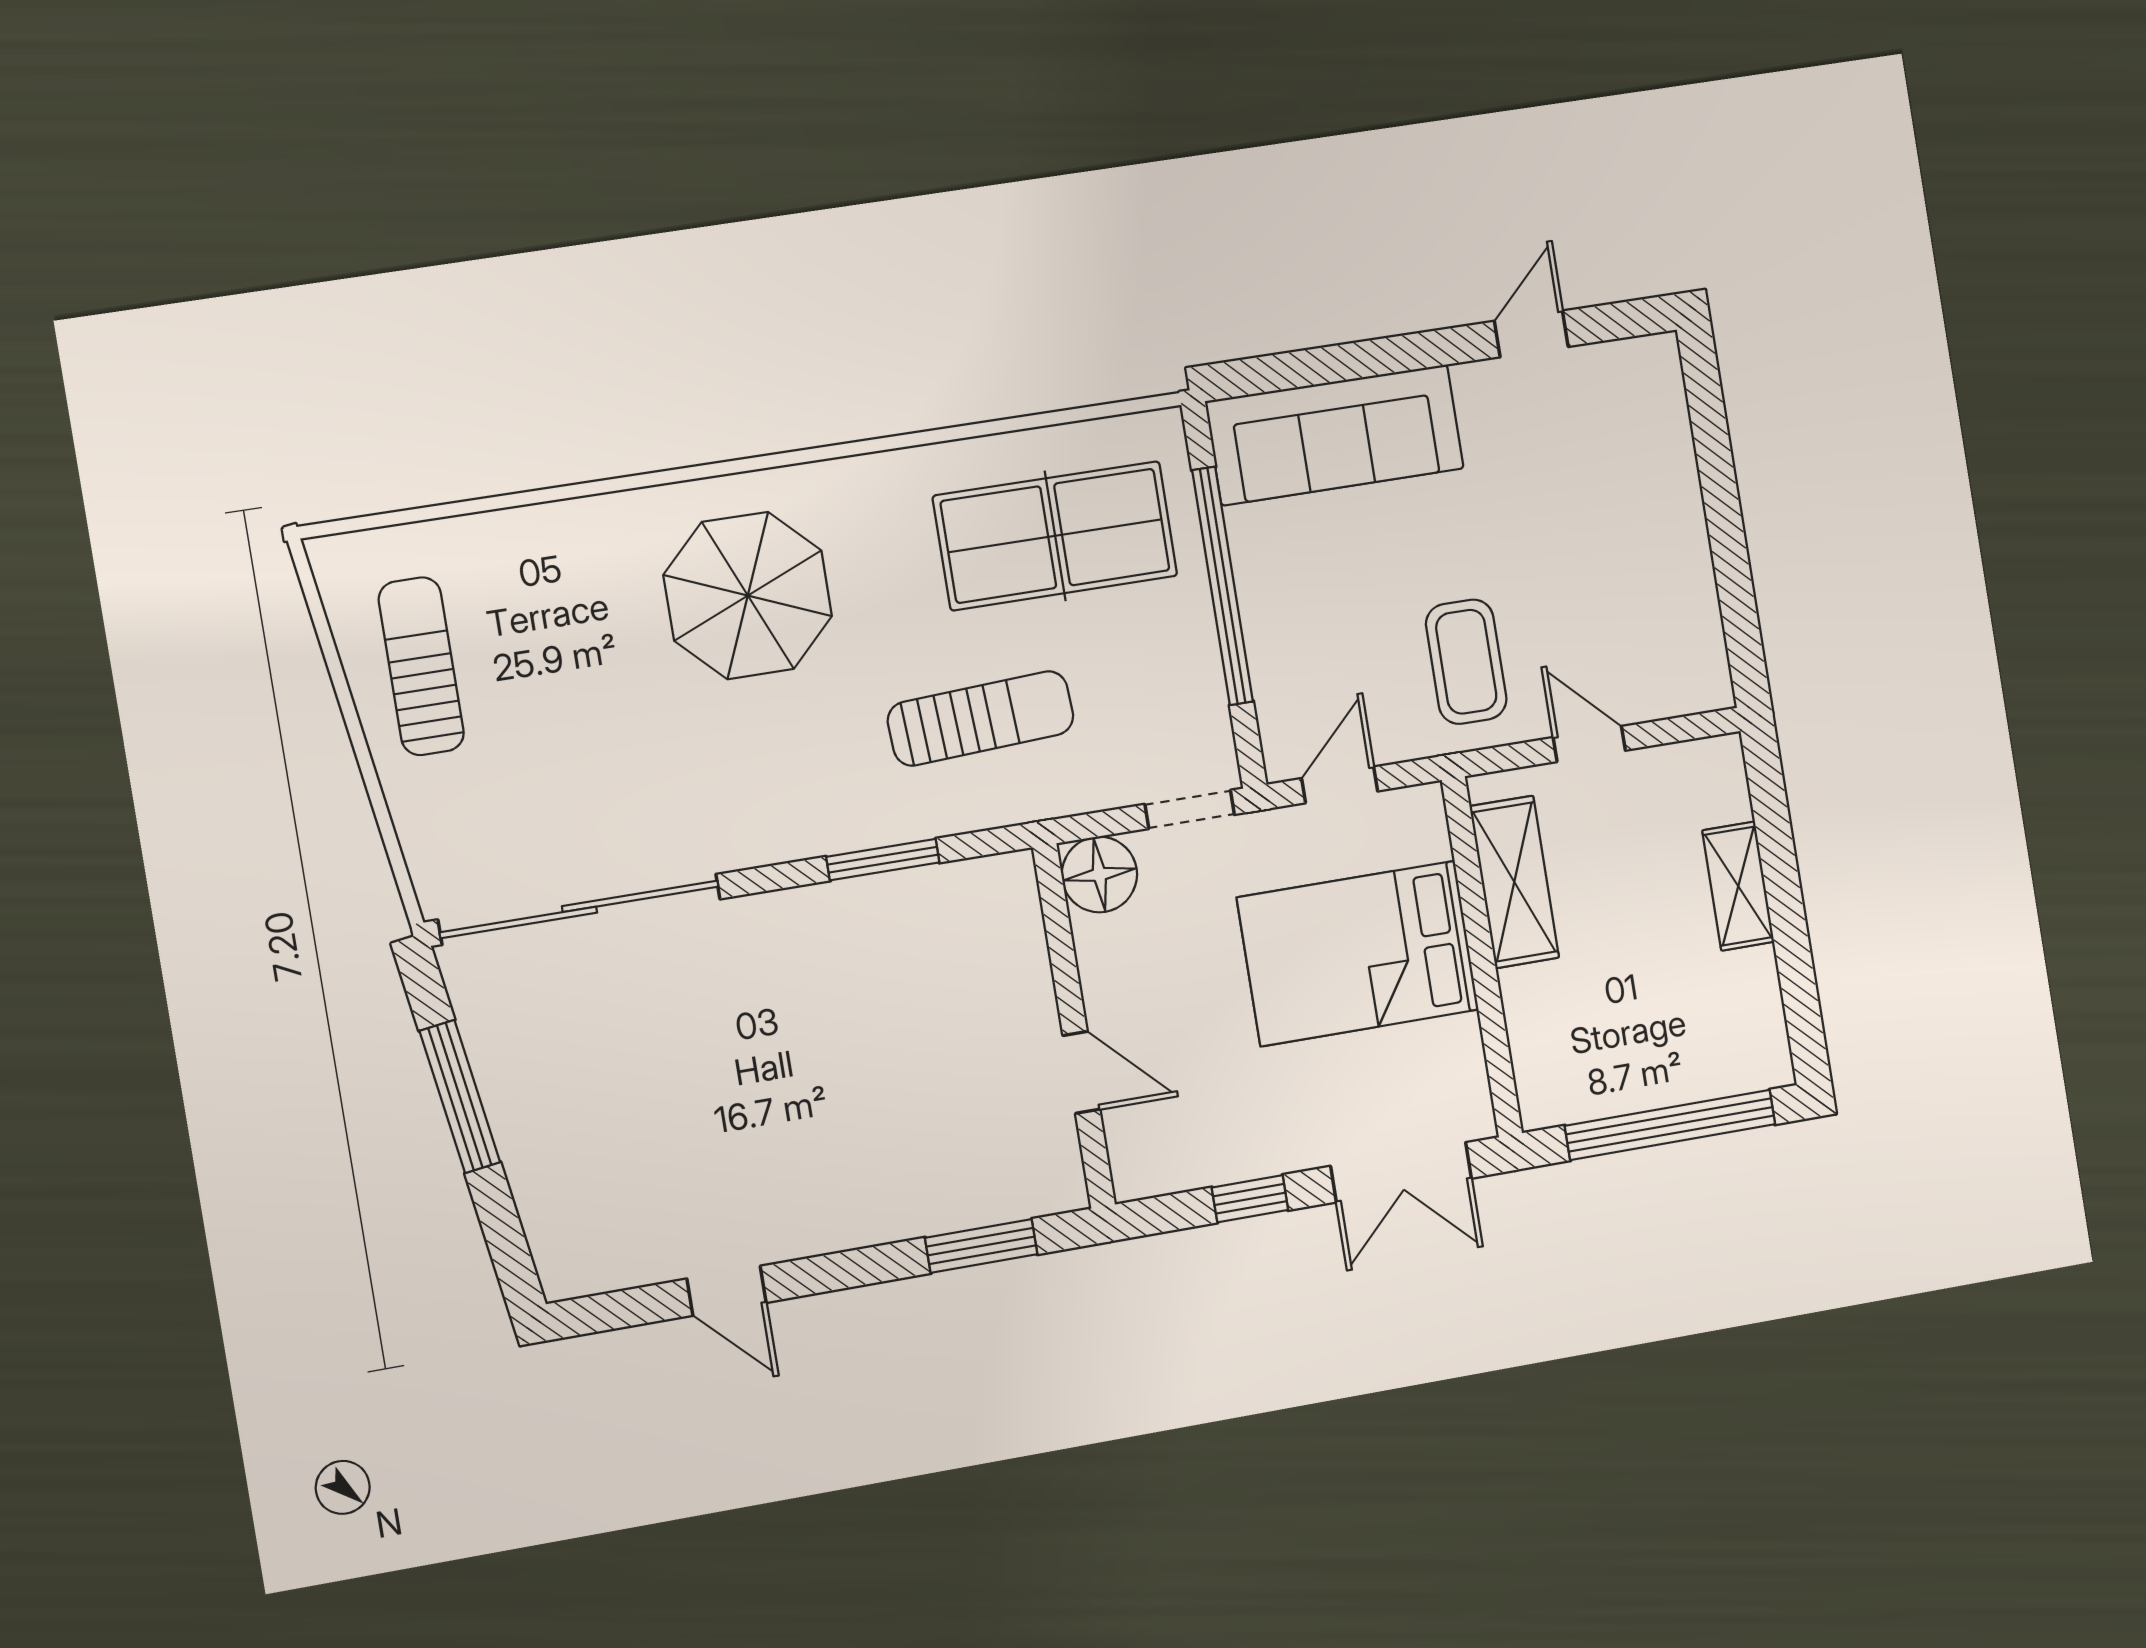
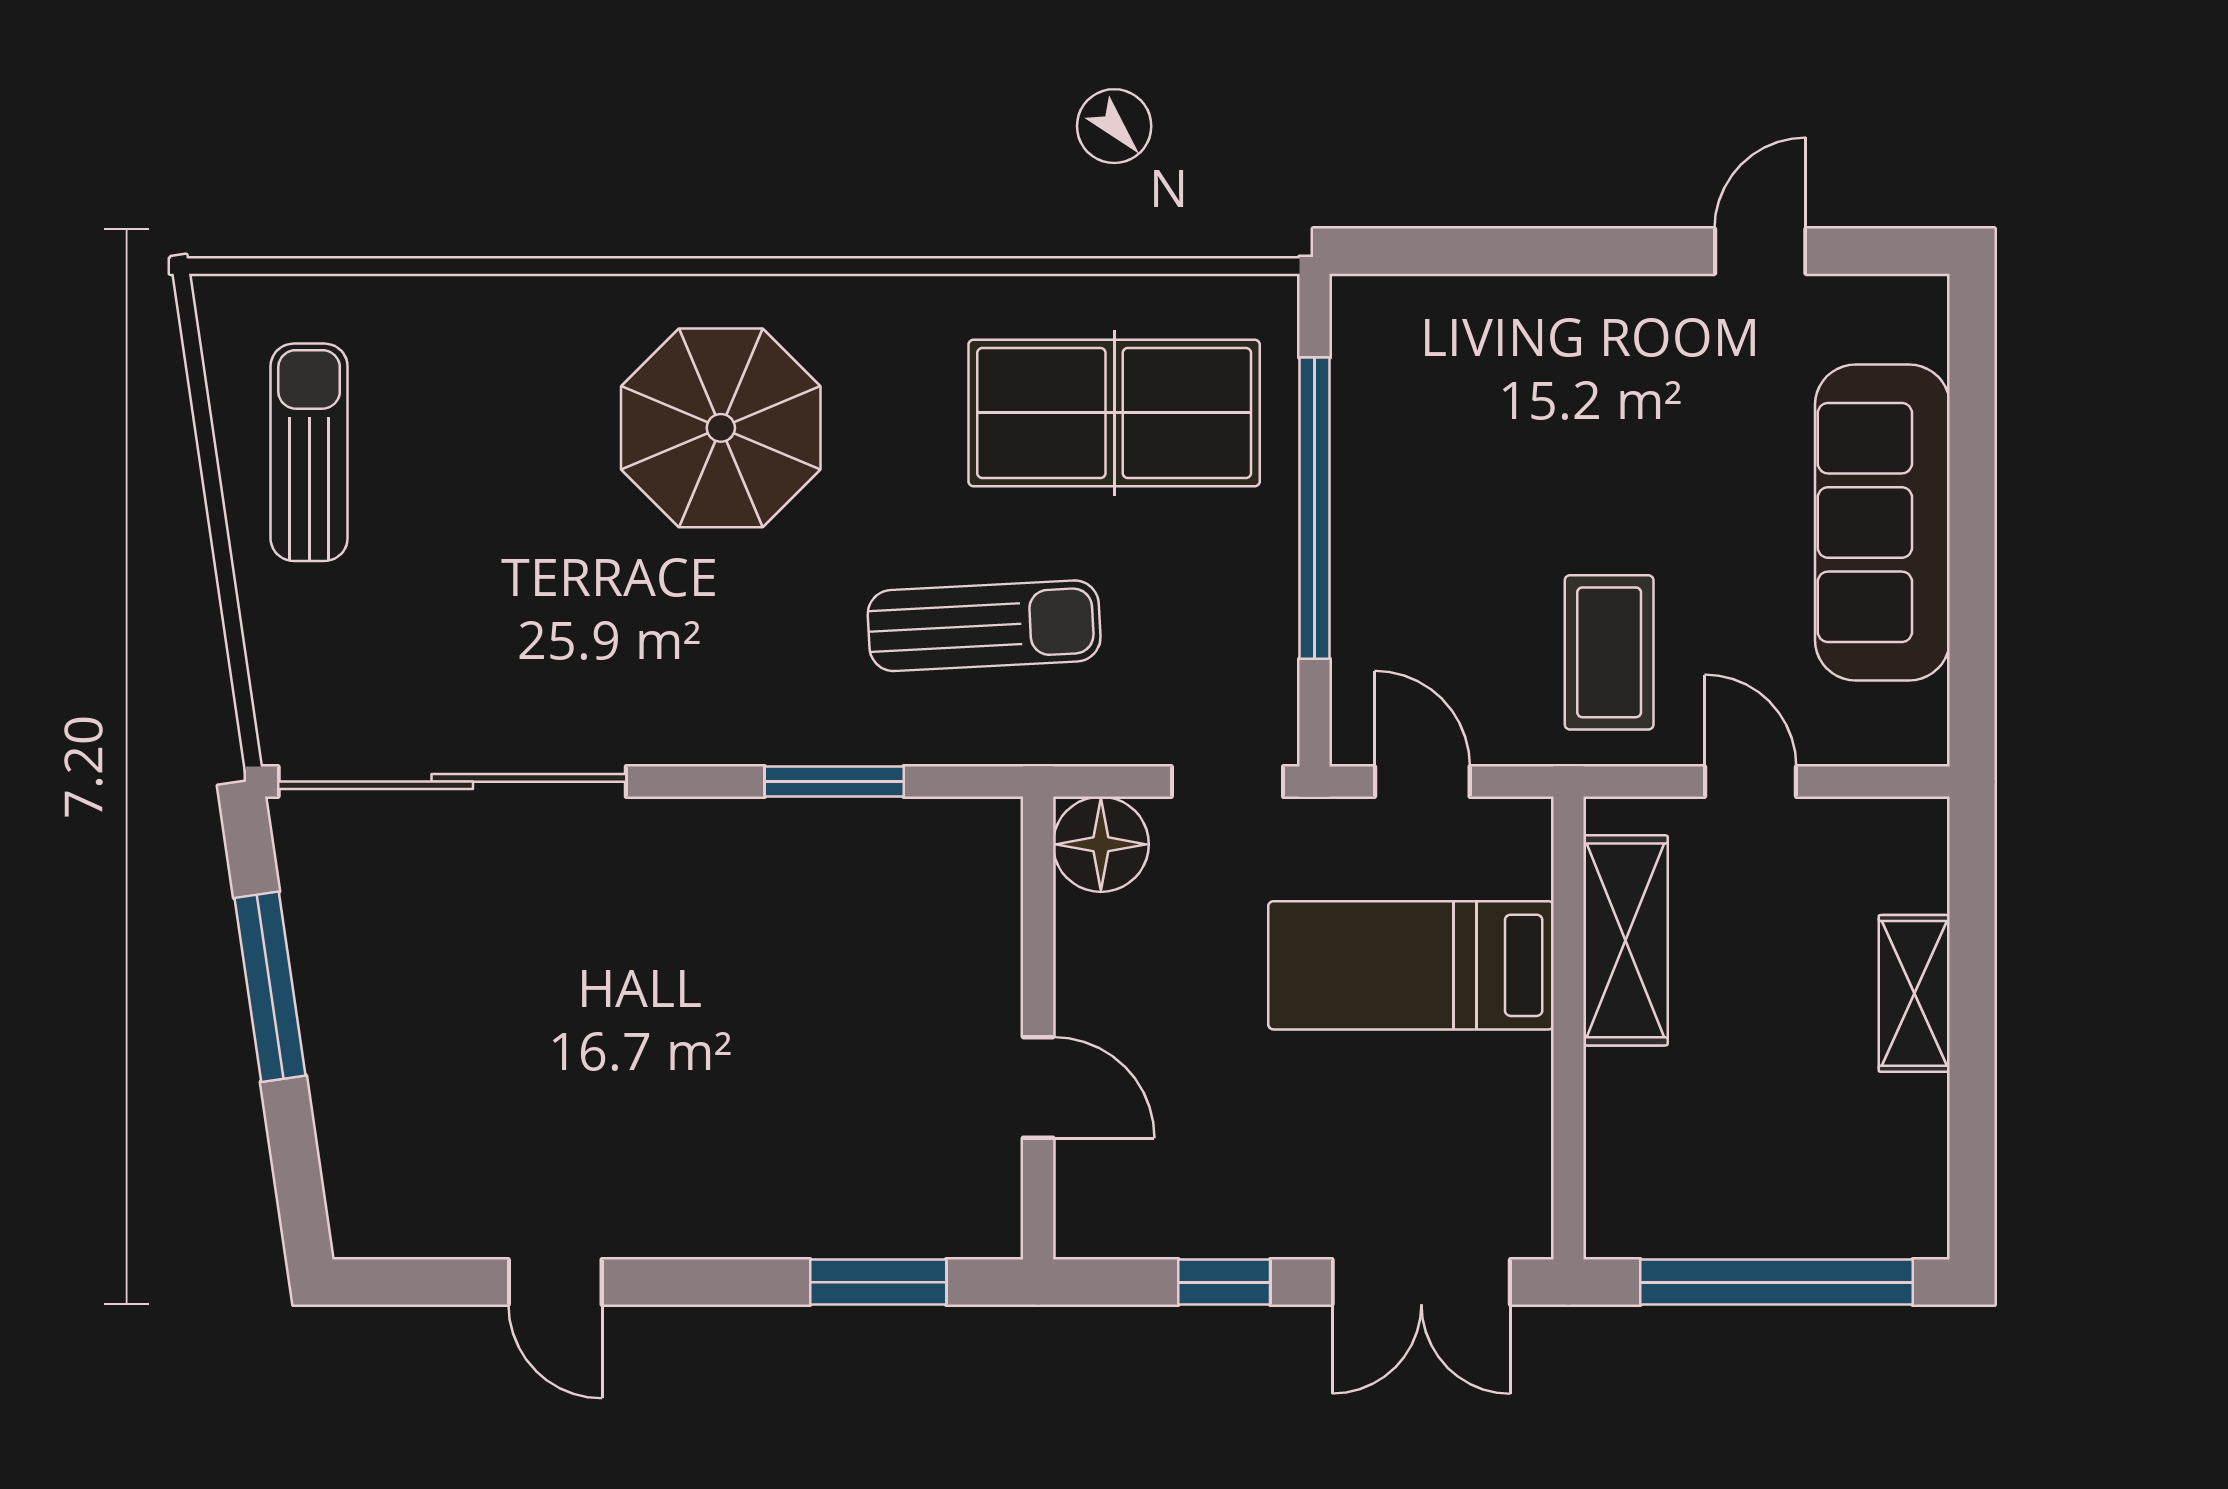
sofa: (1335, 435) -> (1882, 522), moved, turned 90
door: (1340, 785) -> (1422, 782), hinge flipped
bed: (1358, 954) -> (1411, 965), width x0.67

